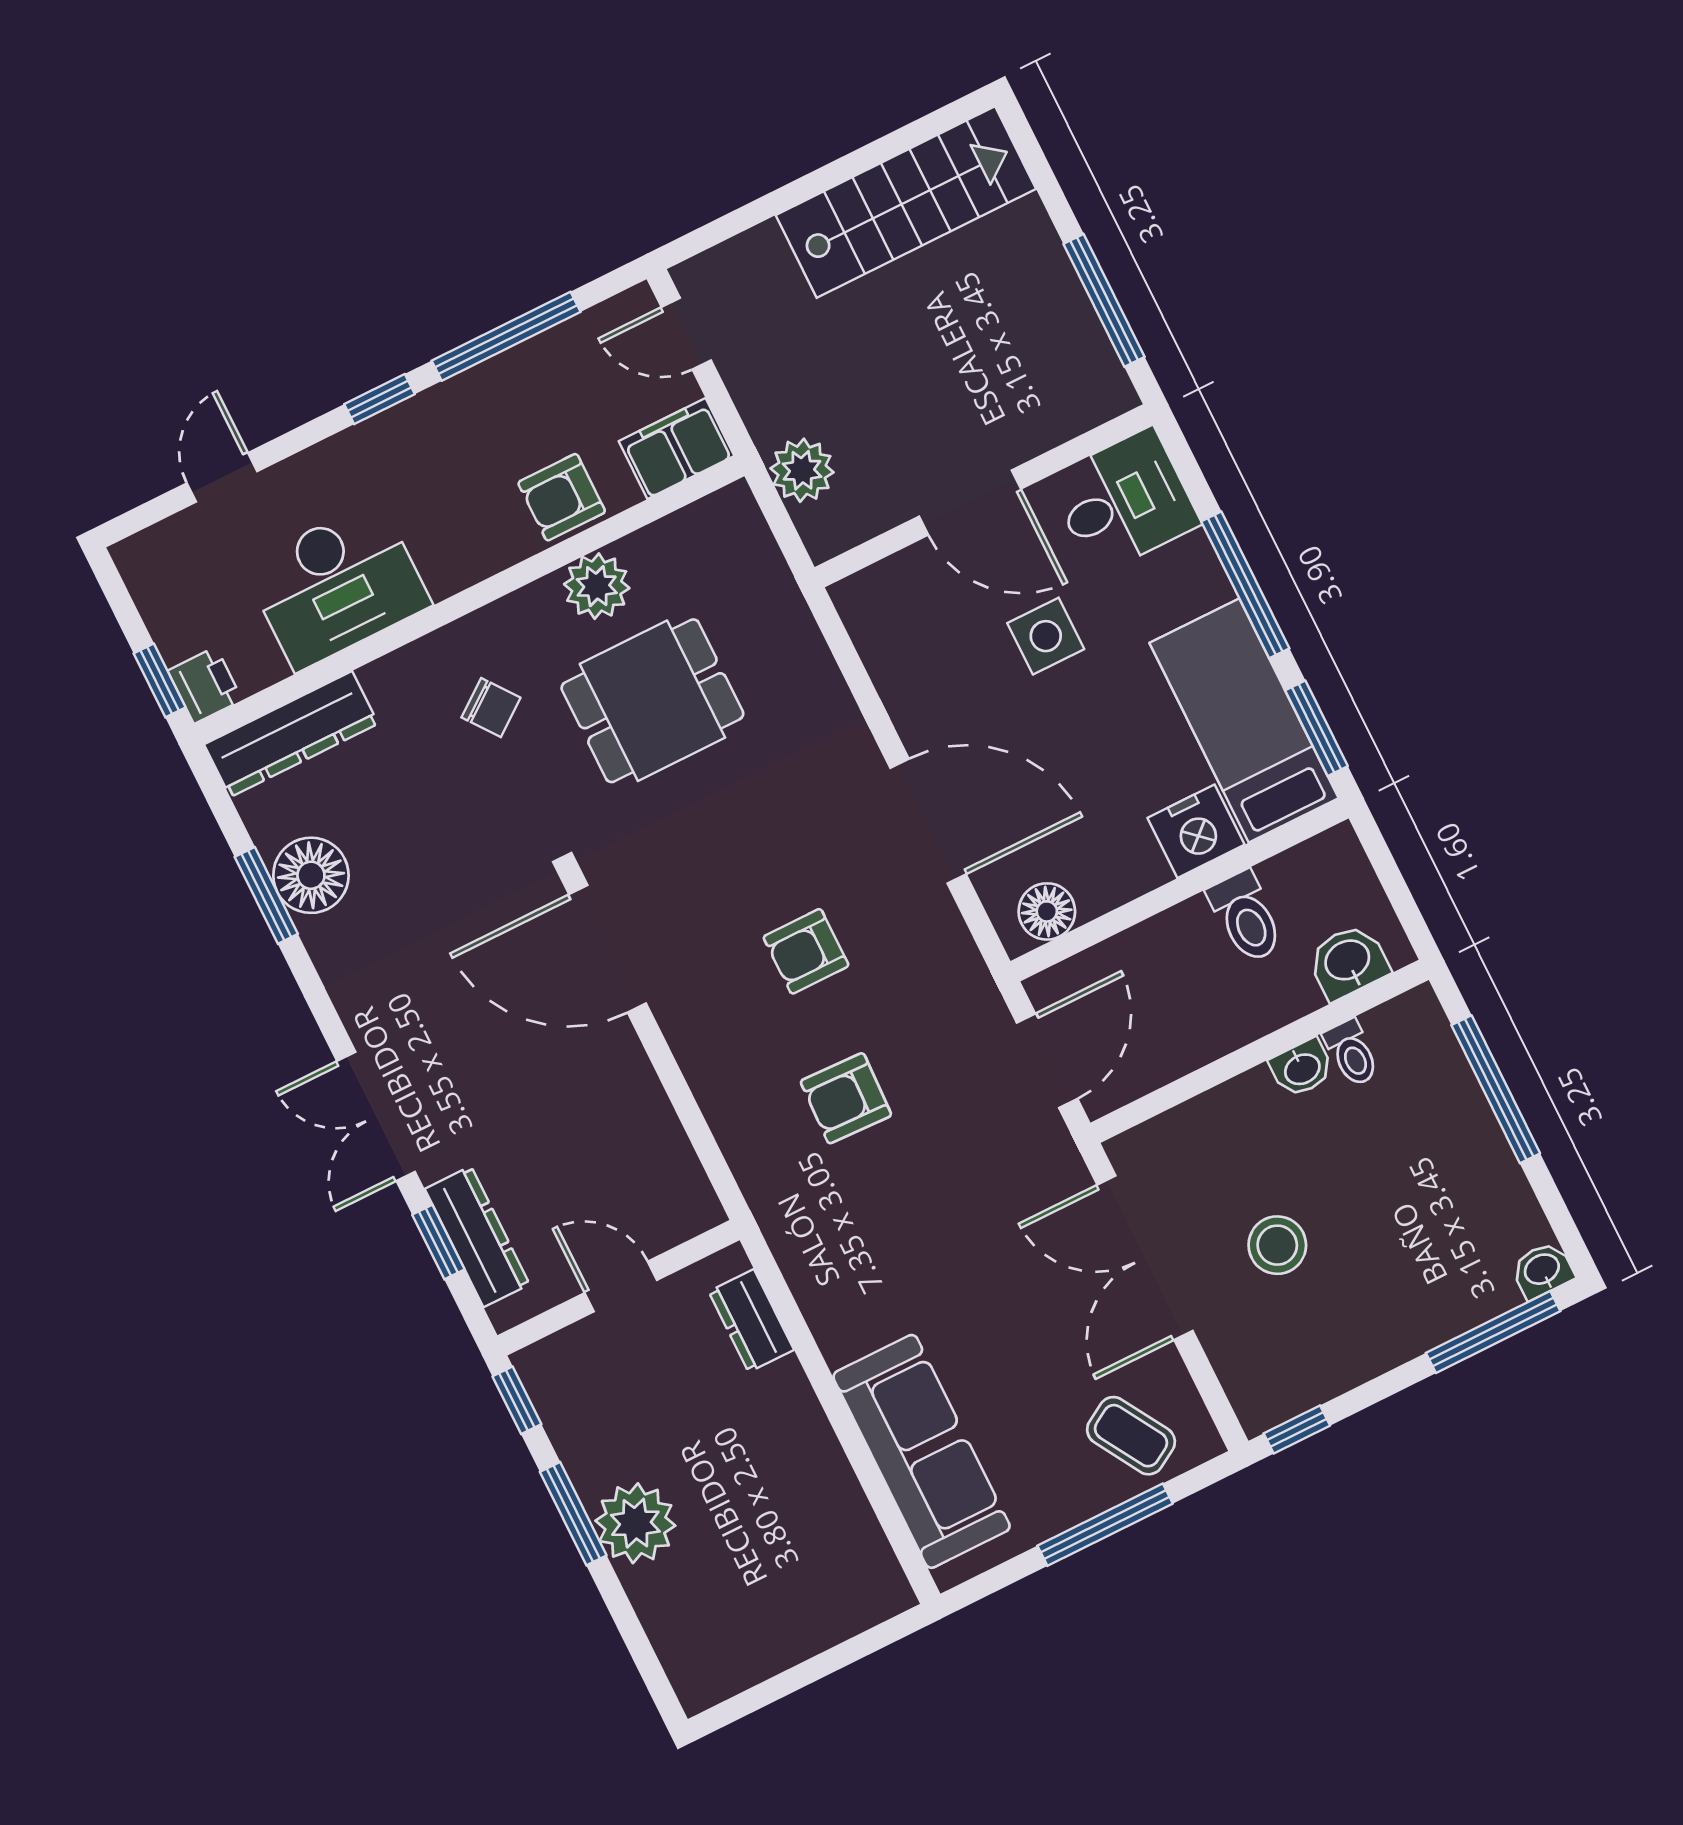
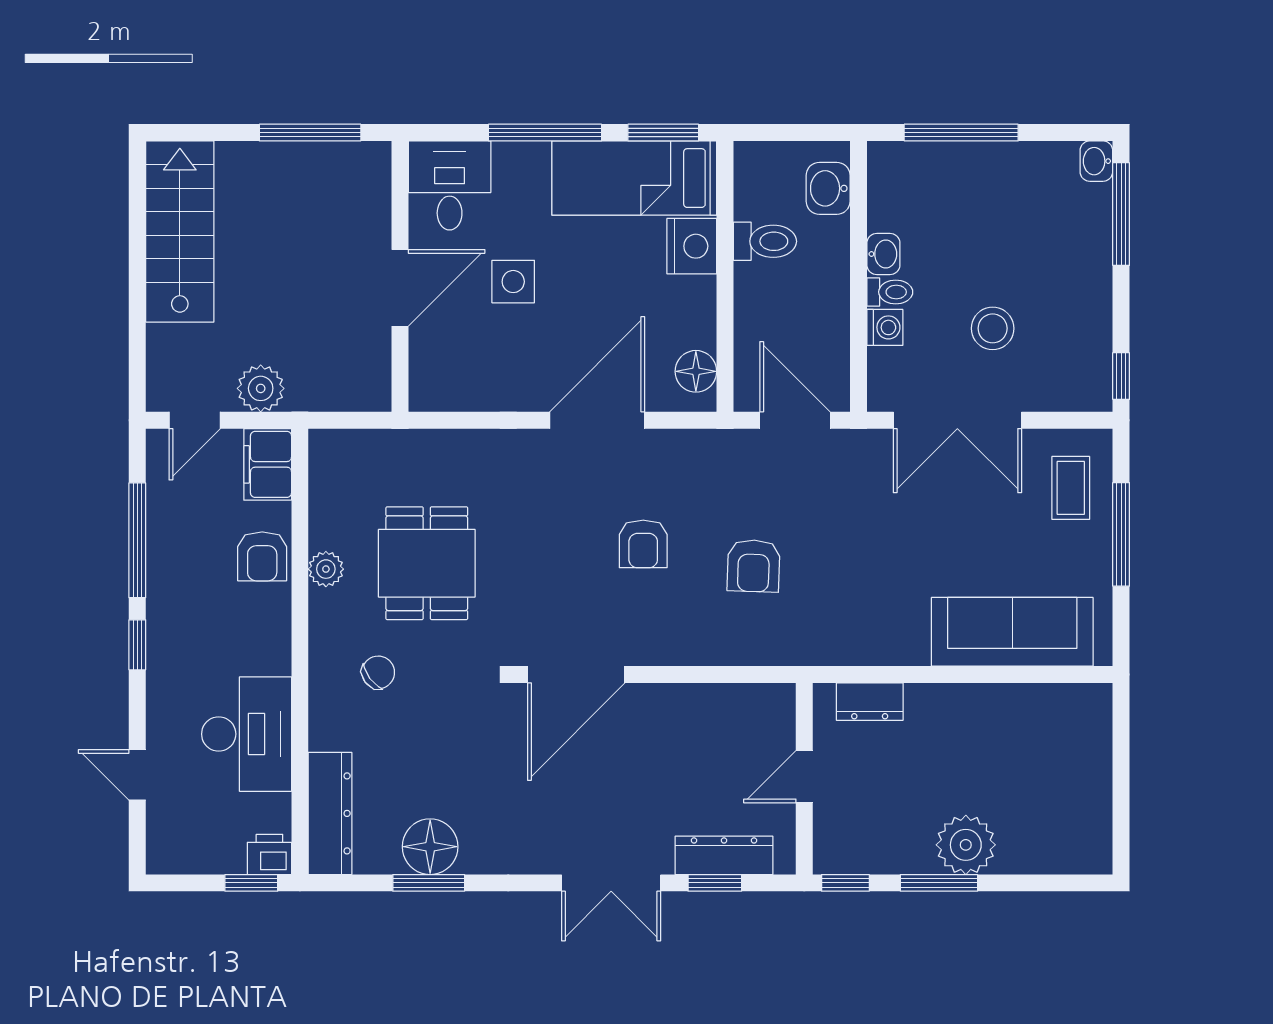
plant: (802, 470) -> (261, 388), moved
plant: (597, 586) -> (326, 569), width x0.73, depth x0.73
toilet: (1352, 1053) -> (890, 292), moved
washing machine: (1214, 1114) -> (885, 327), added
coffee table: (1131, 1436) -> (1071, 488), turned -59

